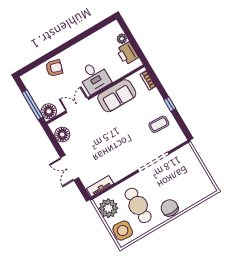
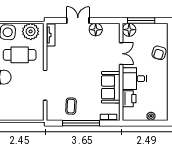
printer: (127, 53) -> (129, 99), moved, turned 90
window: (170, 104) -> (81, 123), width x3.17
floor lamp: (62, 134) -> (96, 30), moved

